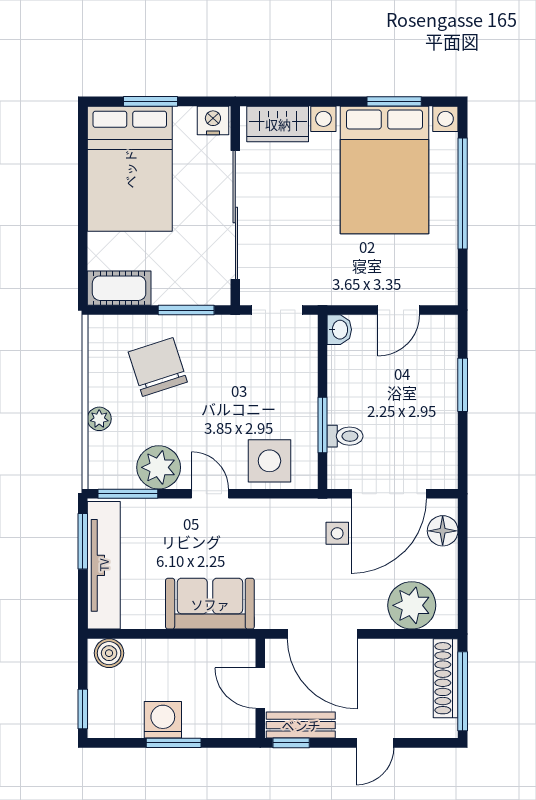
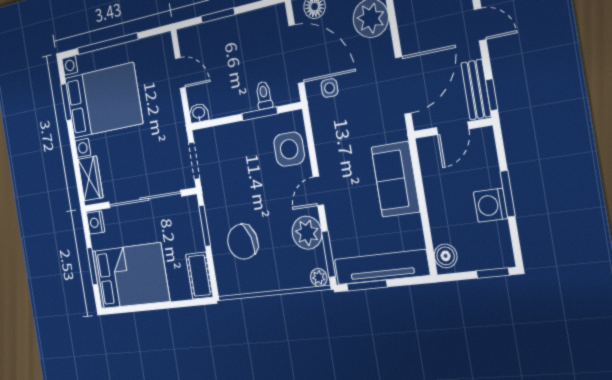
plant: (99, 419) -> (319, 277), moved

